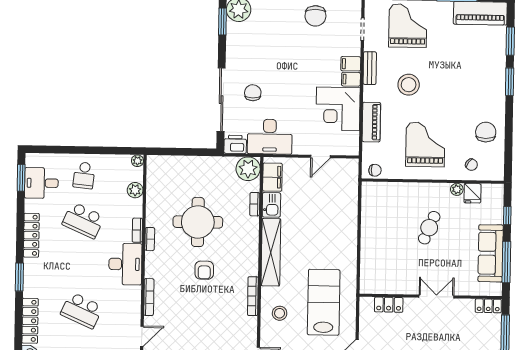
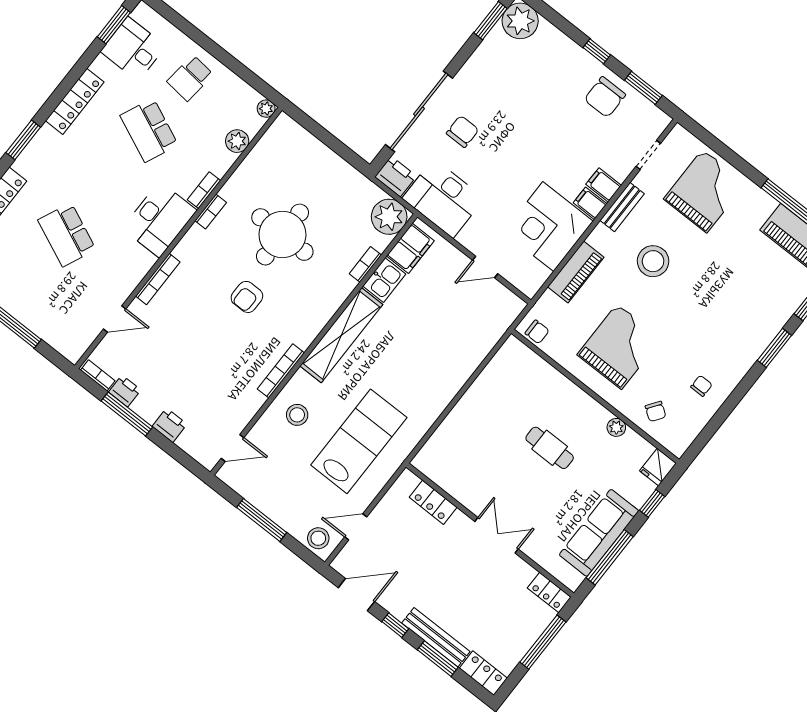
chair: (486, 132) -> (701, 386), width x0.54, depth x0.54
fridge: (472, 193) -> (658, 467), moved
cafe table: (429, 228) -> (550, 448), turned 67

